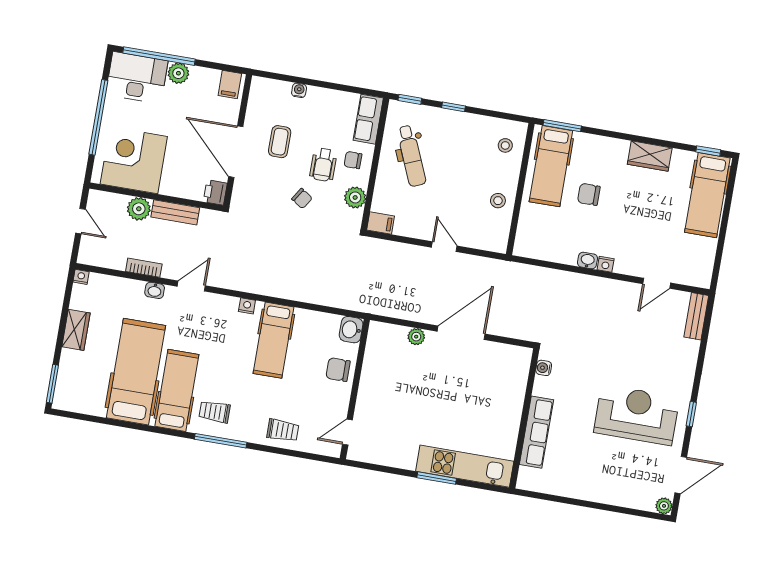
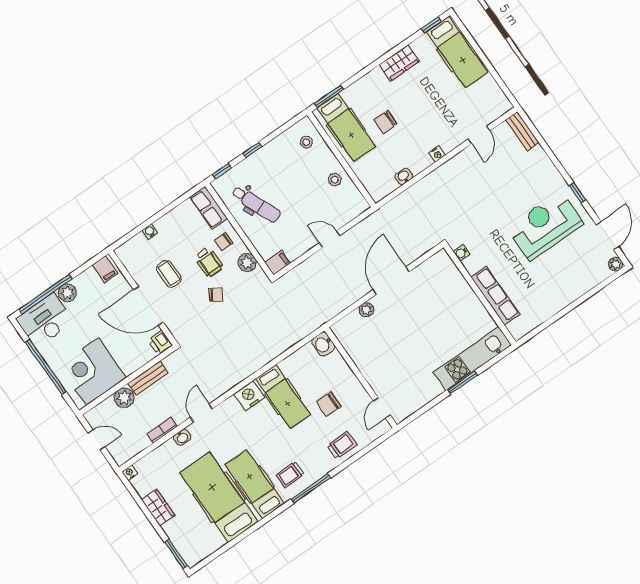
washbasin: (587, 260) -> (404, 176), moved
nightstand: (247, 306) -> (249, 396), width x1.89, depth x1.79
chair: (338, 370) -> (329, 404), moved

